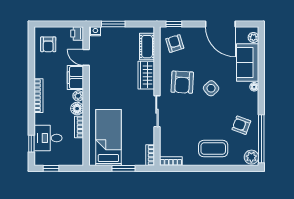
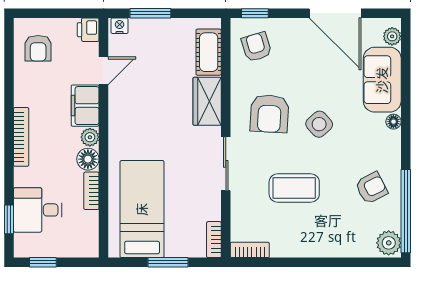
door: (86, 57) -> (104, 71), swing flipped
armchair: (241, 125) -> (371, 188), turned 133
coffee table: (213, 149) -> (294, 188), moved

